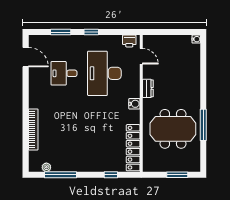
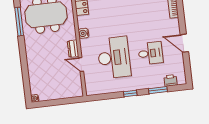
printer: (129, 41) -> (170, 80), moved
door: (141, 56) -> (81, 64), moved
door: (26, 57) -> (184, 43), moved

